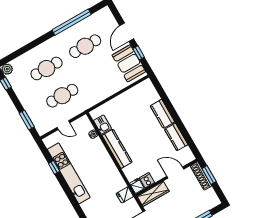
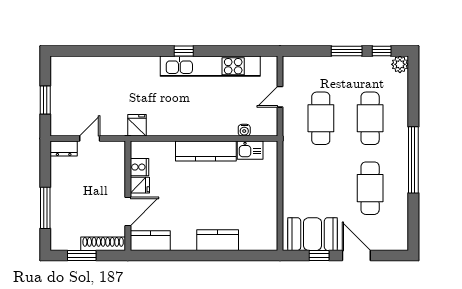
window: (72, 22) -> (413, 160), moved
window: (27, 120) -> (347, 51), moved
kitchen counter: (176, 137) -> (150, 241), moved
window: (54, 167) -> (184, 51), moved
window: (209, 175) -> (82, 255), moved
fridge: (137, 186) -> (140, 185), moved
wardrobe: (153, 194) -> (116, 165), removed

